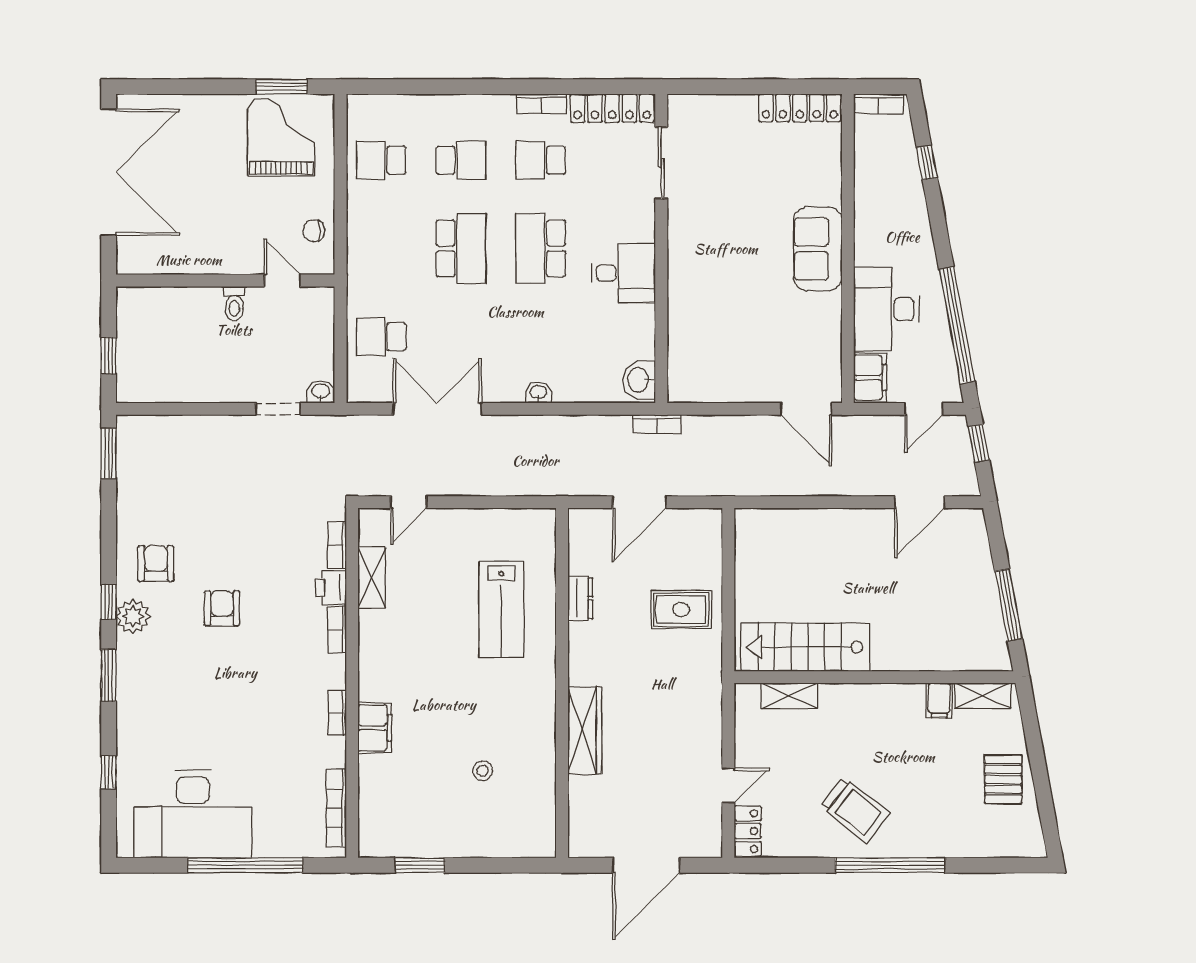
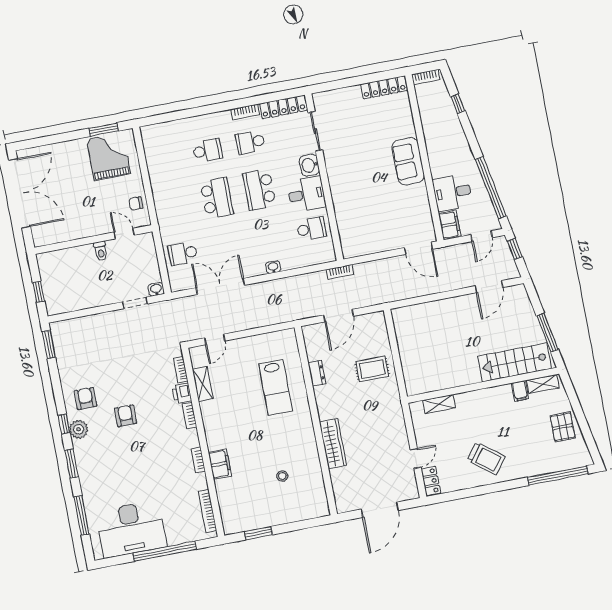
school desk: (381, 160) -> (311, 229), moved, turned 180
desk: (886, 309) -> (452, 192), width x0.73
washbasin: (639, 380) -> (309, 165), moved
stairs: (805, 647) -> (515, 362), moved
window: (109, 772) -> (82, 516), width x2.17
window: (890, 865) -> (558, 476), moved

